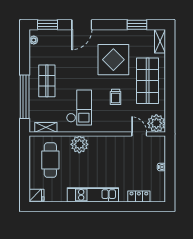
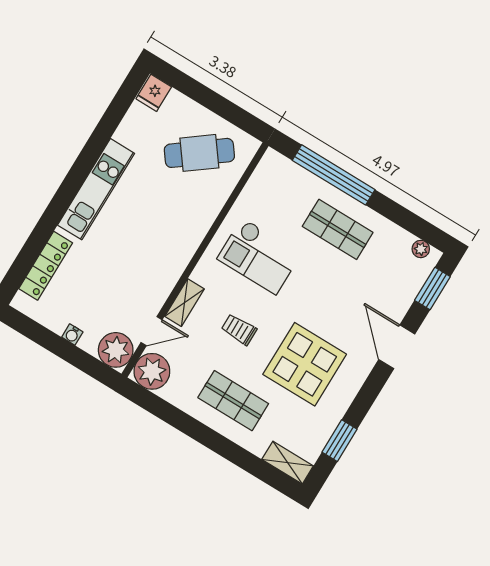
shop shelf: (148, 81) -> (233, 401), width x0.70, depth x0.74
shelving: (46, 127) -> (185, 303), moved
plant: (79, 144) -> (116, 350), moved
cafe table: (50, 160) -> (199, 153), turned -37
locker: (139, 196) -> (46, 266), width x1.53

